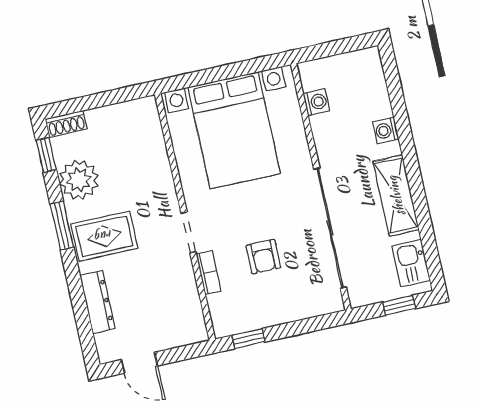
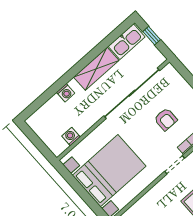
armchair: (263, 257) -> (166, 119), turned 90
kitchen sink: (411, 263) -> (127, 42), width x1.38

